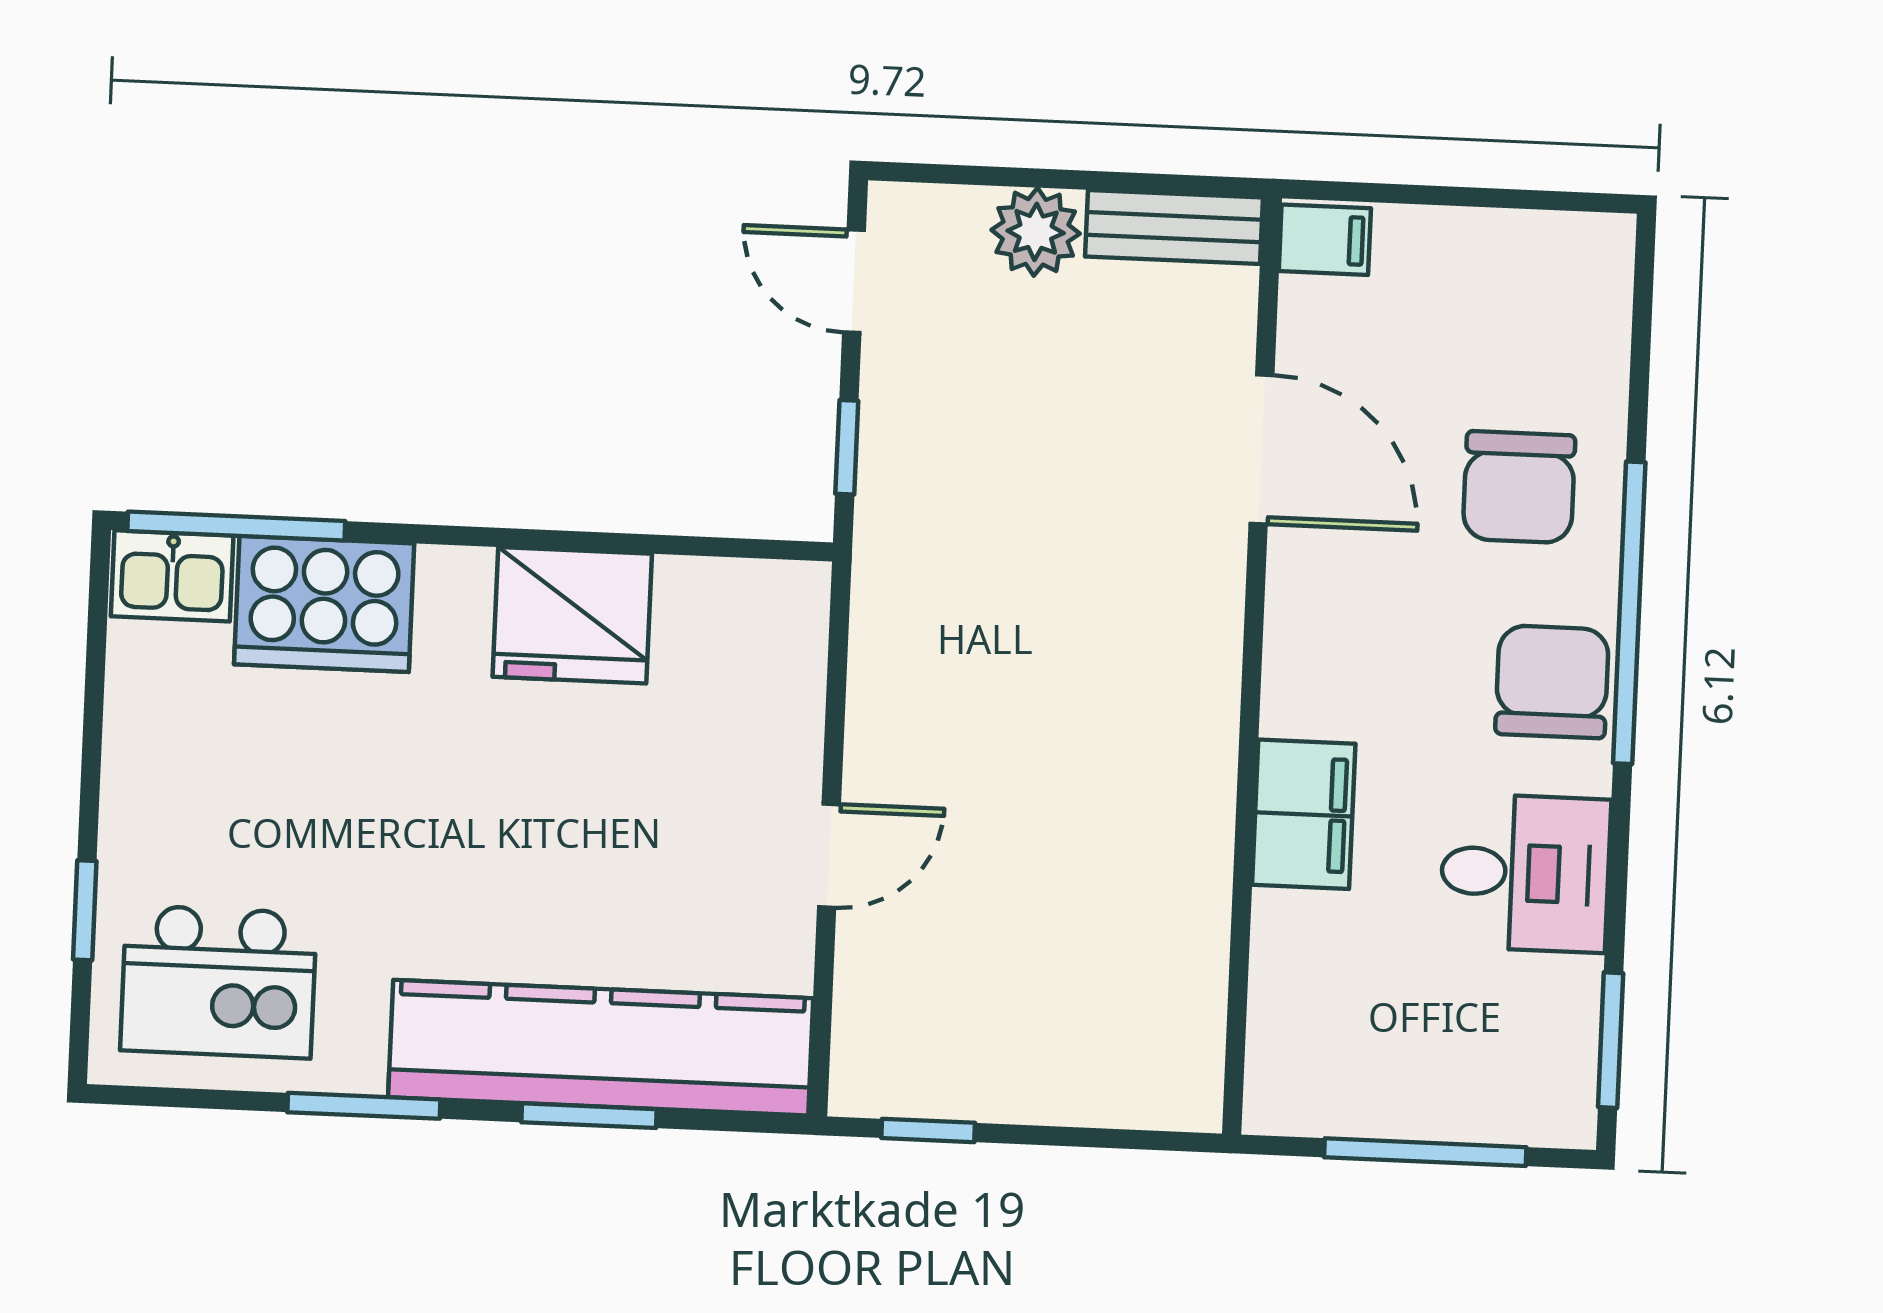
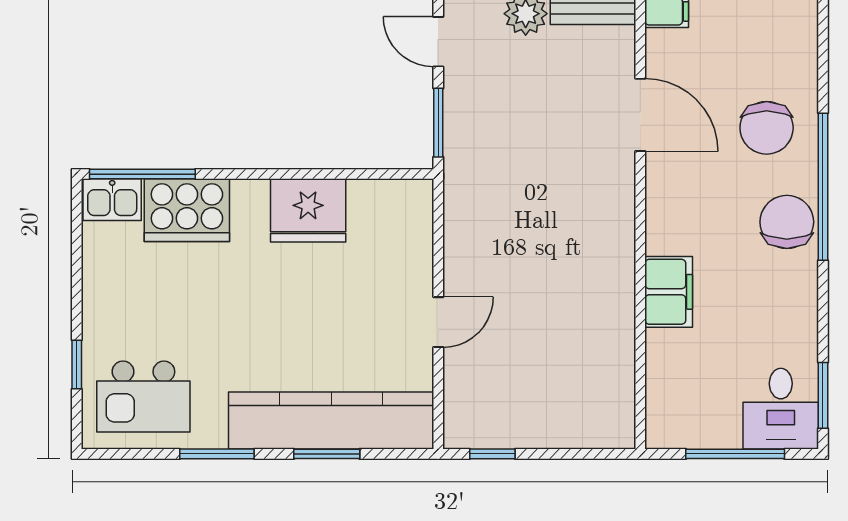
window: (847, 447) -> (438, 123), width x1.50
desk: (1525, 873) -> (781, 409), moved, turned 90

